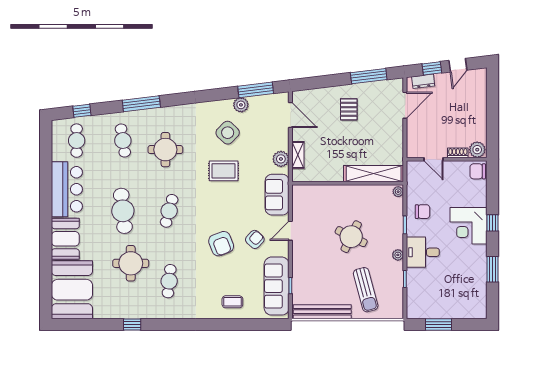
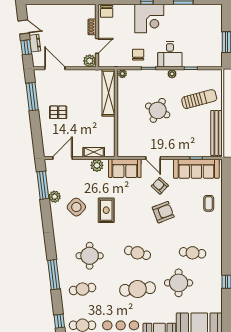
dresser: (423, 81) -> (35, 43), moved
plant: (477, 150) -> (90, 61), moved

